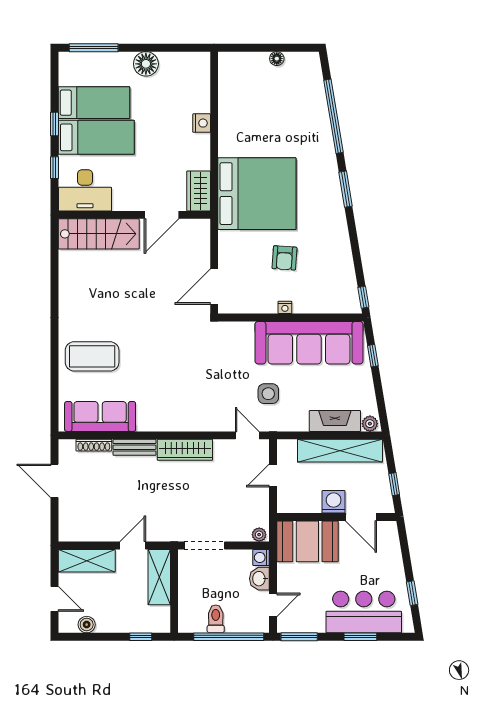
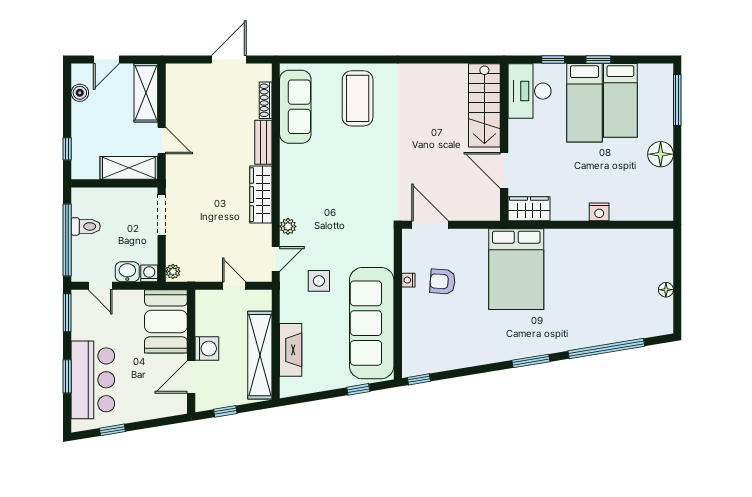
bed: (257, 194) -> (516, 269), width x0.73
armchair: (284, 258) -> (443, 282), moved
nightstand: (285, 307) -> (408, 280), moved
plant: (370, 424) -> (288, 226), moved

